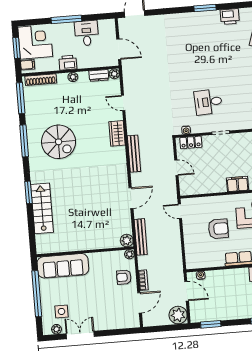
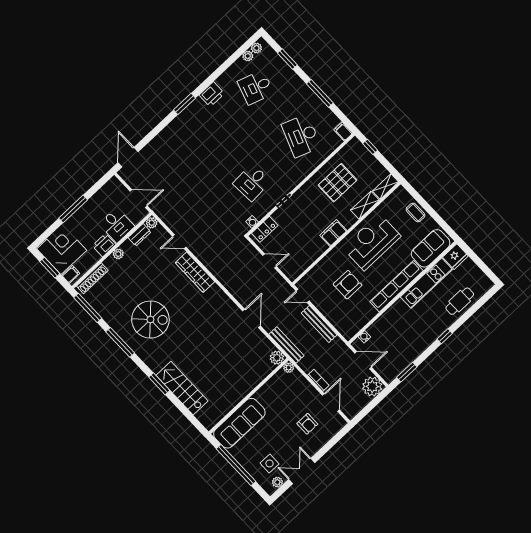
desk: (87, 33) -> (117, 225), moved, turned 180
wardrobe: (117, 133) -> (195, 272), width x1.50
bench: (134, 154) -> (319, 324), moved
armchair: (124, 277) -> (307, 424), moved, turned -90

